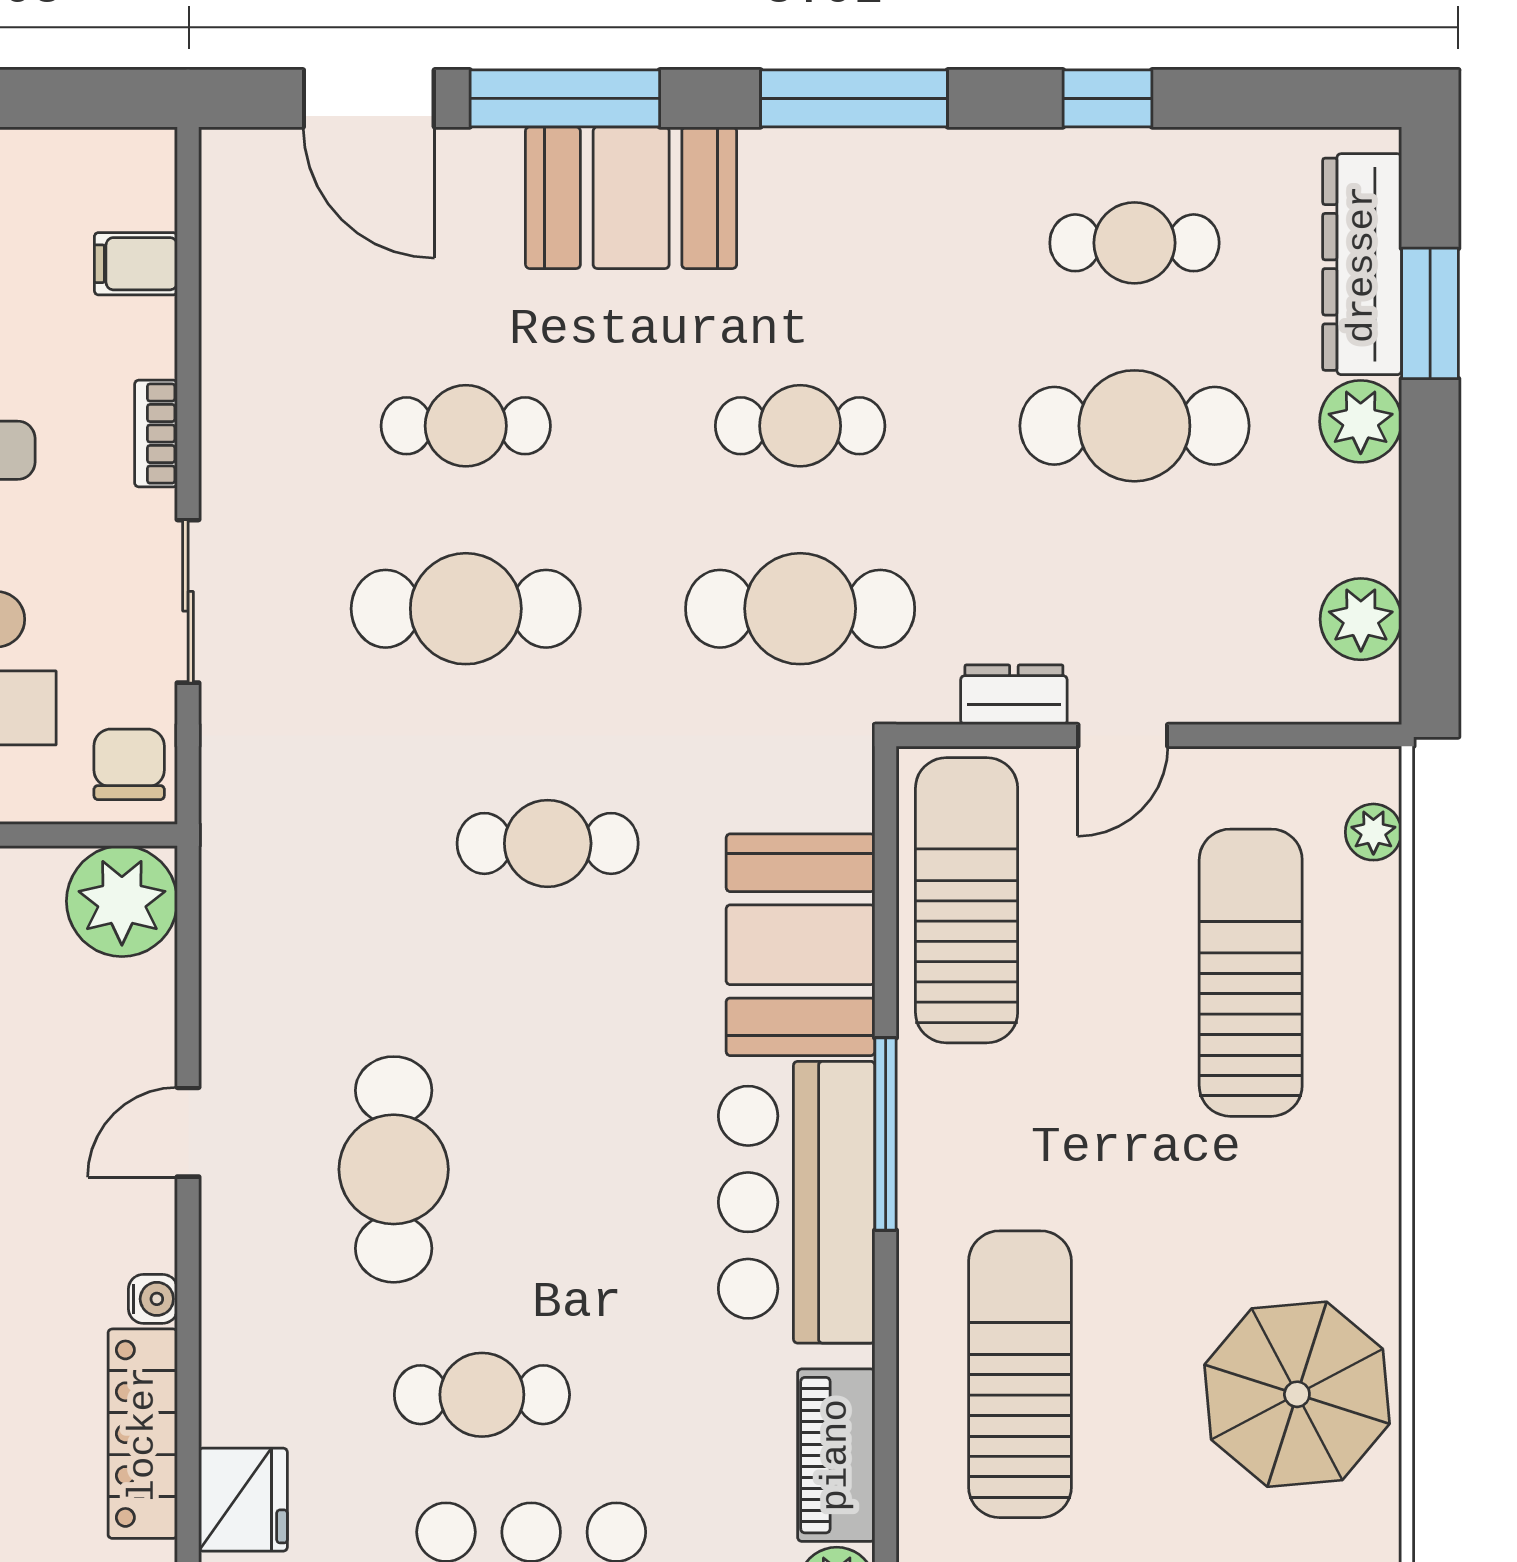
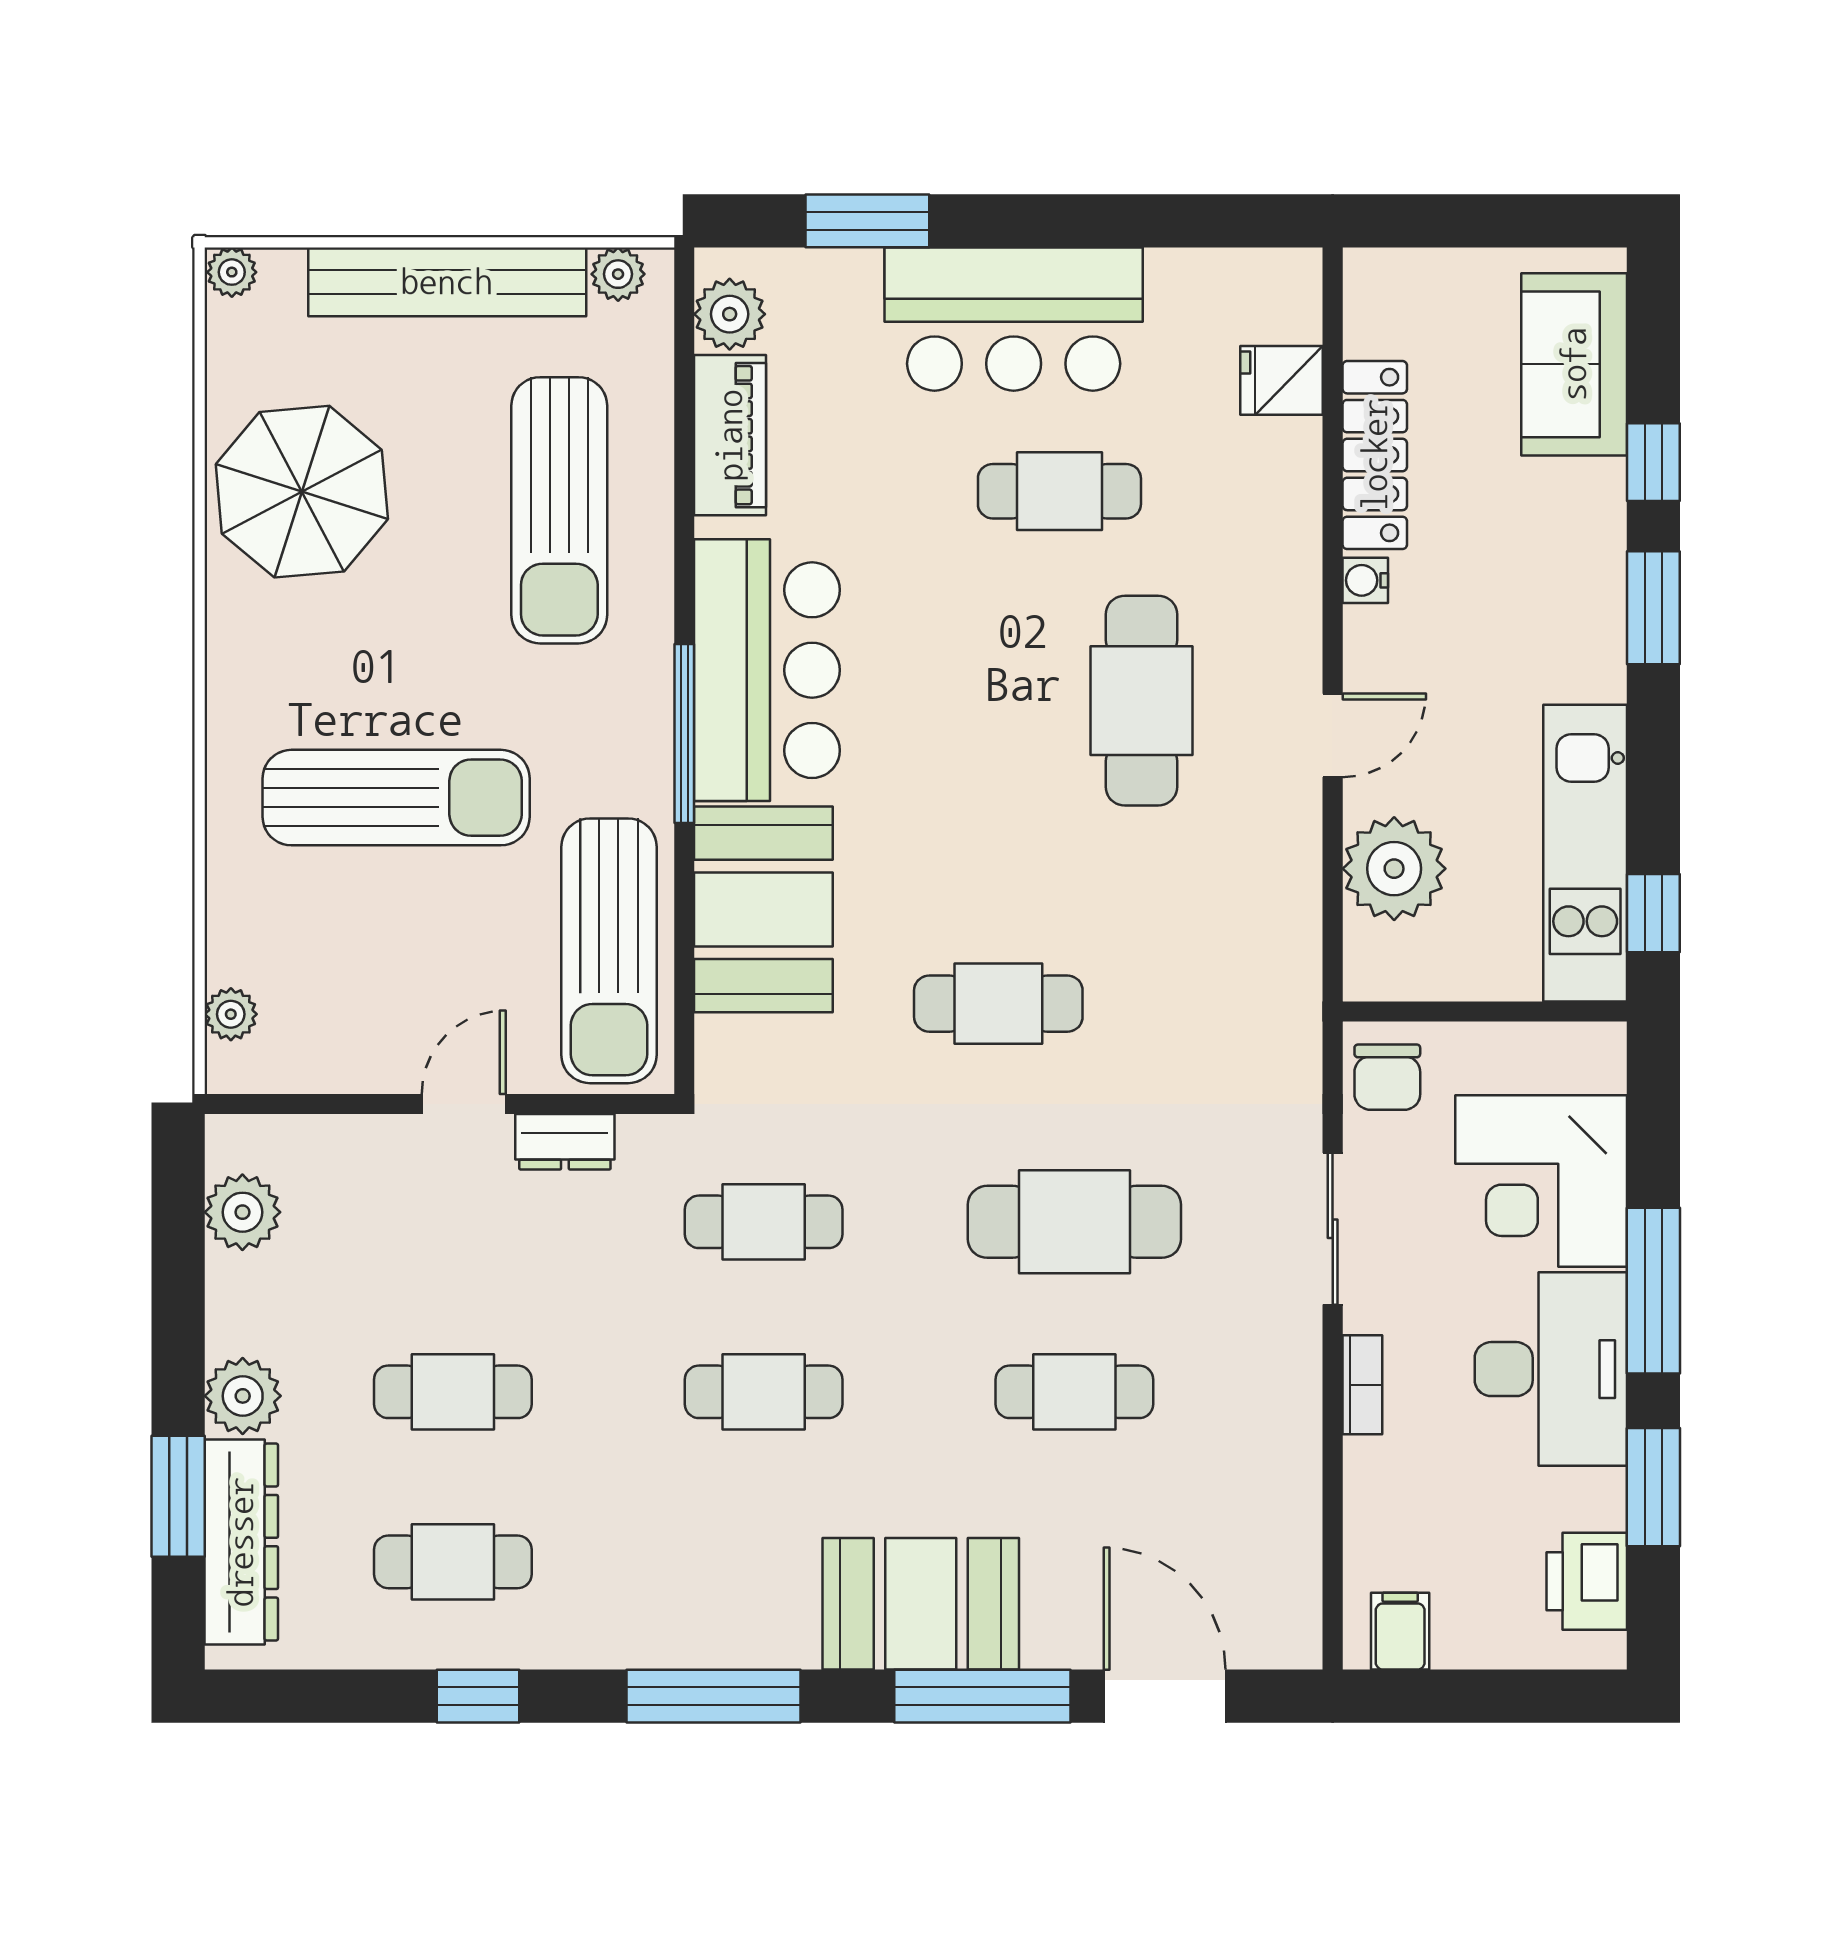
filing cabinet: (136, 264) -> (1400, 1631), moved, turned -90
cafe table: (1134, 426) -> (453, 1392), width x0.73, depth x0.74
cafe table: (800, 609) -> (764, 1222), width x0.73, depth x0.74
plant: (122, 901) -> (1394, 869), moved
sun lounger: (1251, 973) -> (396, 798), moved, turned -90
fridge: (243, 1500) -> (1281, 380), width x0.72

